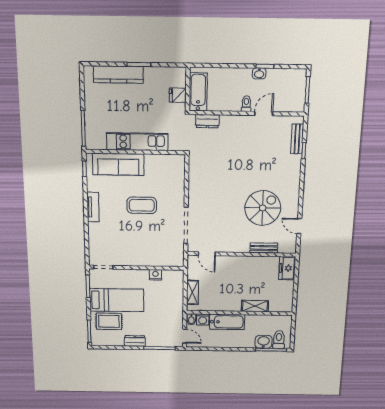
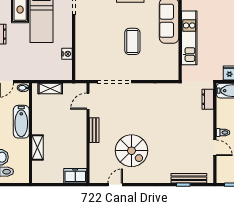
bench: (297, 139) -> (189, 178), width x1.36
bench: (264, 248) -> (94, 130), moved
washing machine: (203, 320) -> (23, 99), removed

